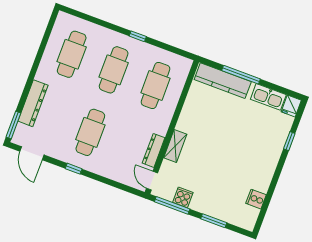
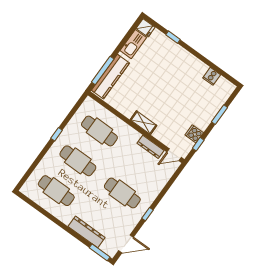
window: (241, 75) -> (103, 71), moved
shelving: (175, 146) -> (143, 123), moved
window: (172, 205) -> (198, 144), width x0.46

